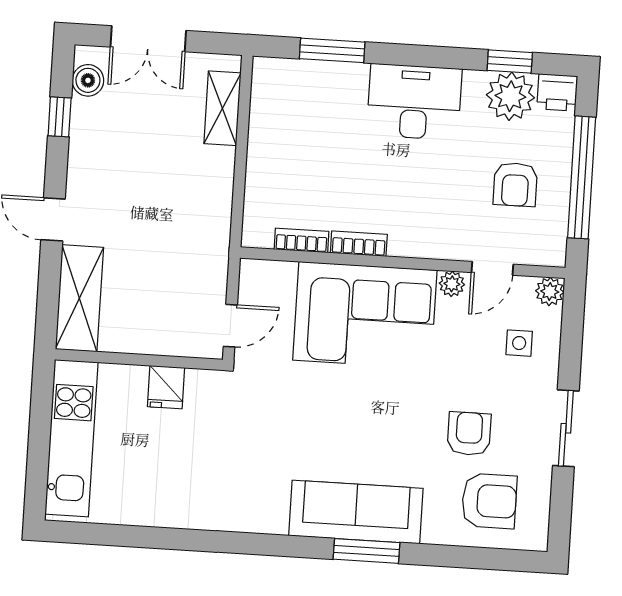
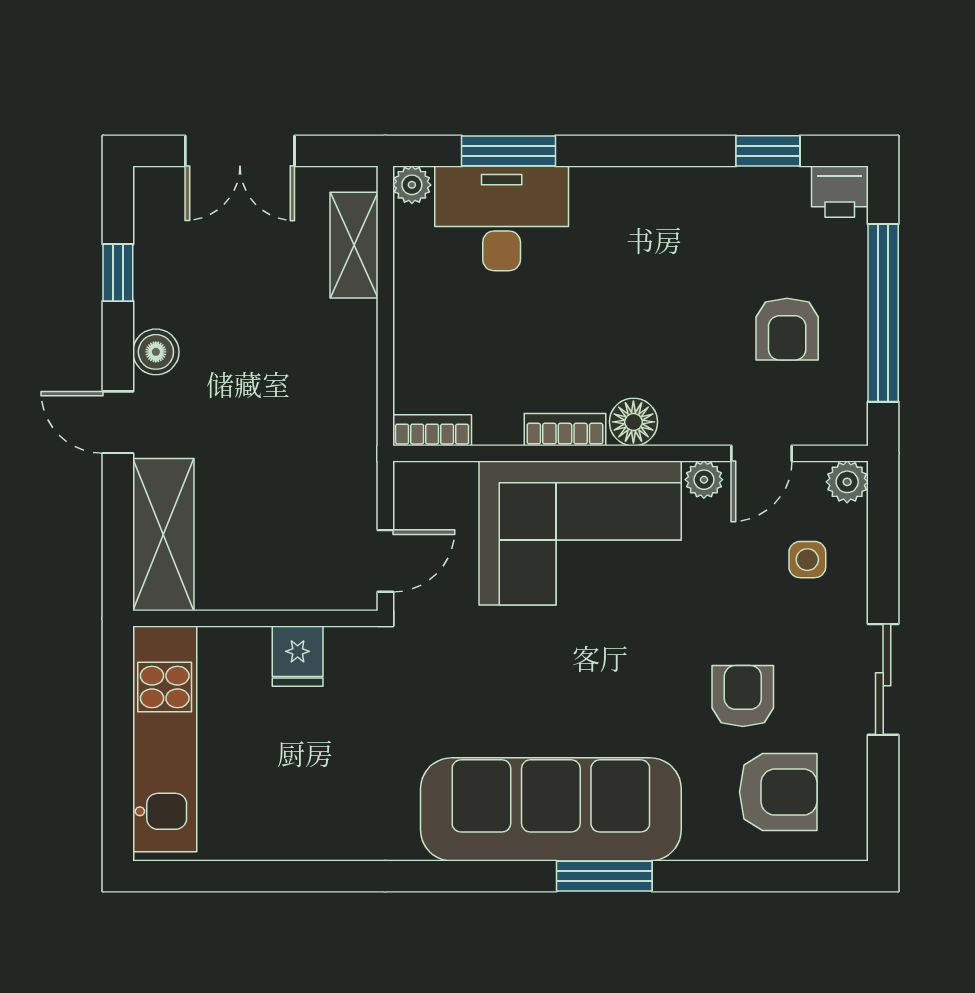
boiler: (88, 80) -> (156, 352), moved
plant: (510, 96) -> (412, 185), moved, width x0.53, depth x0.53
desk: (414, 102) -> (502, 218), moved
bookcase: (301, 240) -> (432, 430), moved
floor lamp: (406, 241) -> (633, 422), added
sofa: (356, 512) -> (551, 809), width x1.36, depth x1.27

